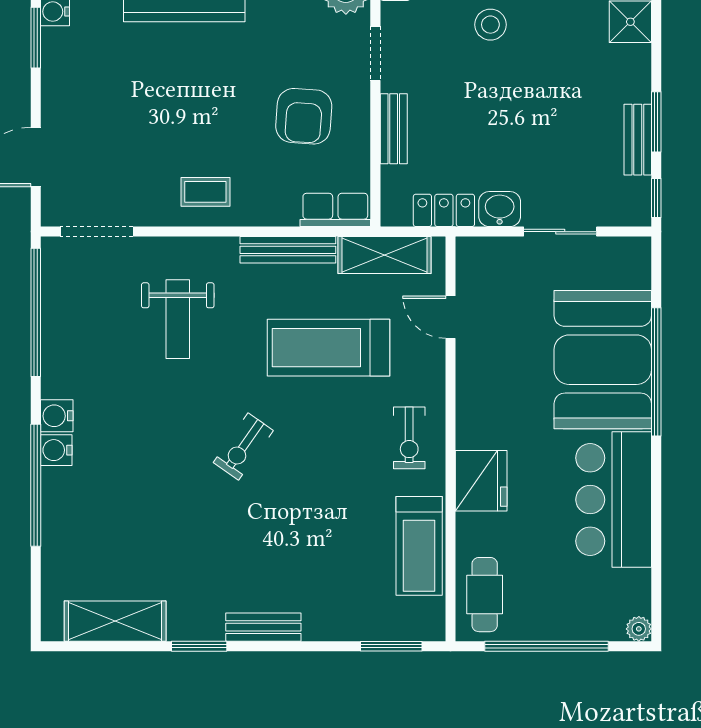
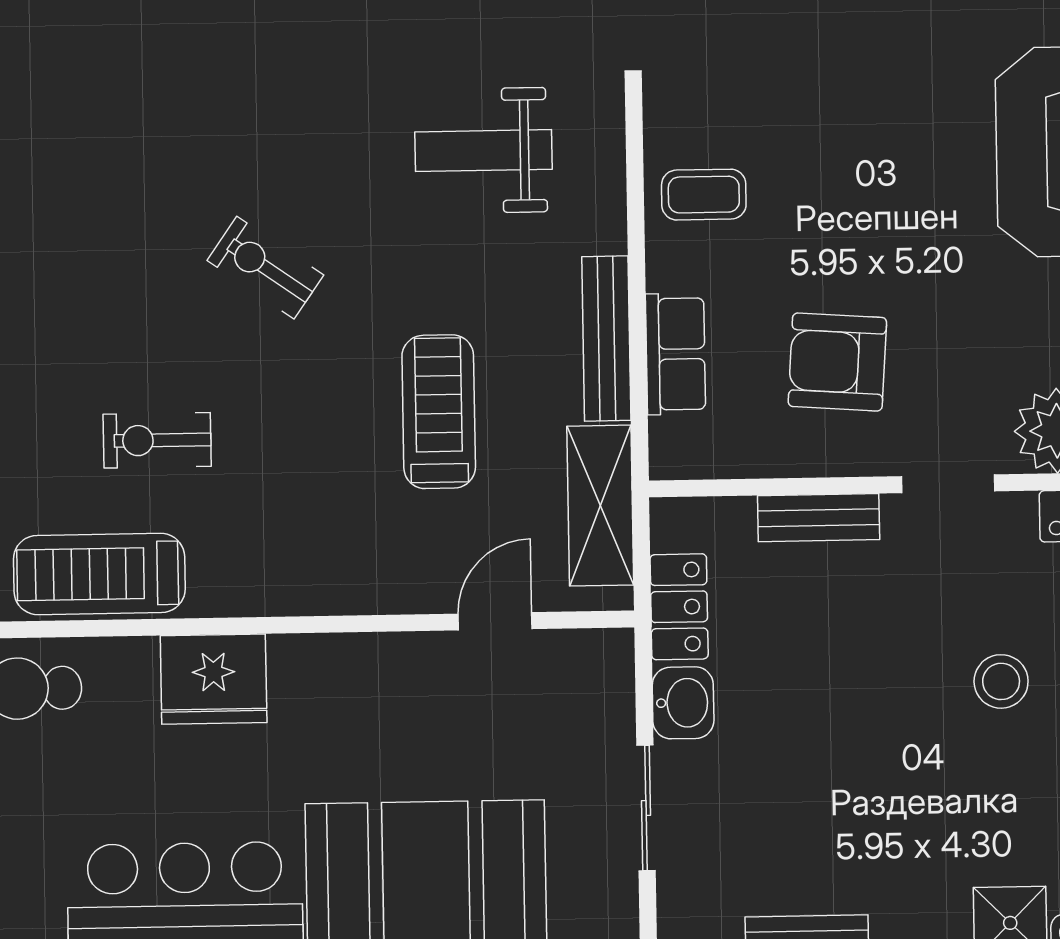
coffee table: (205, 192) -> (704, 195), turned 90
row of seats: (335, 210) -> (676, 354), moved
treadmill: (329, 348) -> (439, 412), width x0.73, depth x0.73
exercise bike: (409, 438) -> (157, 440), moved

